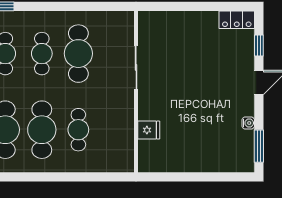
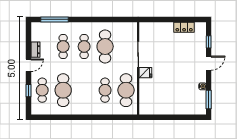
locker: (237, 20) -> (184, 27), moved
cafe table: (42, 130) -> (126, 90), moved
fridge: (149, 130) -> (145, 73), moved

